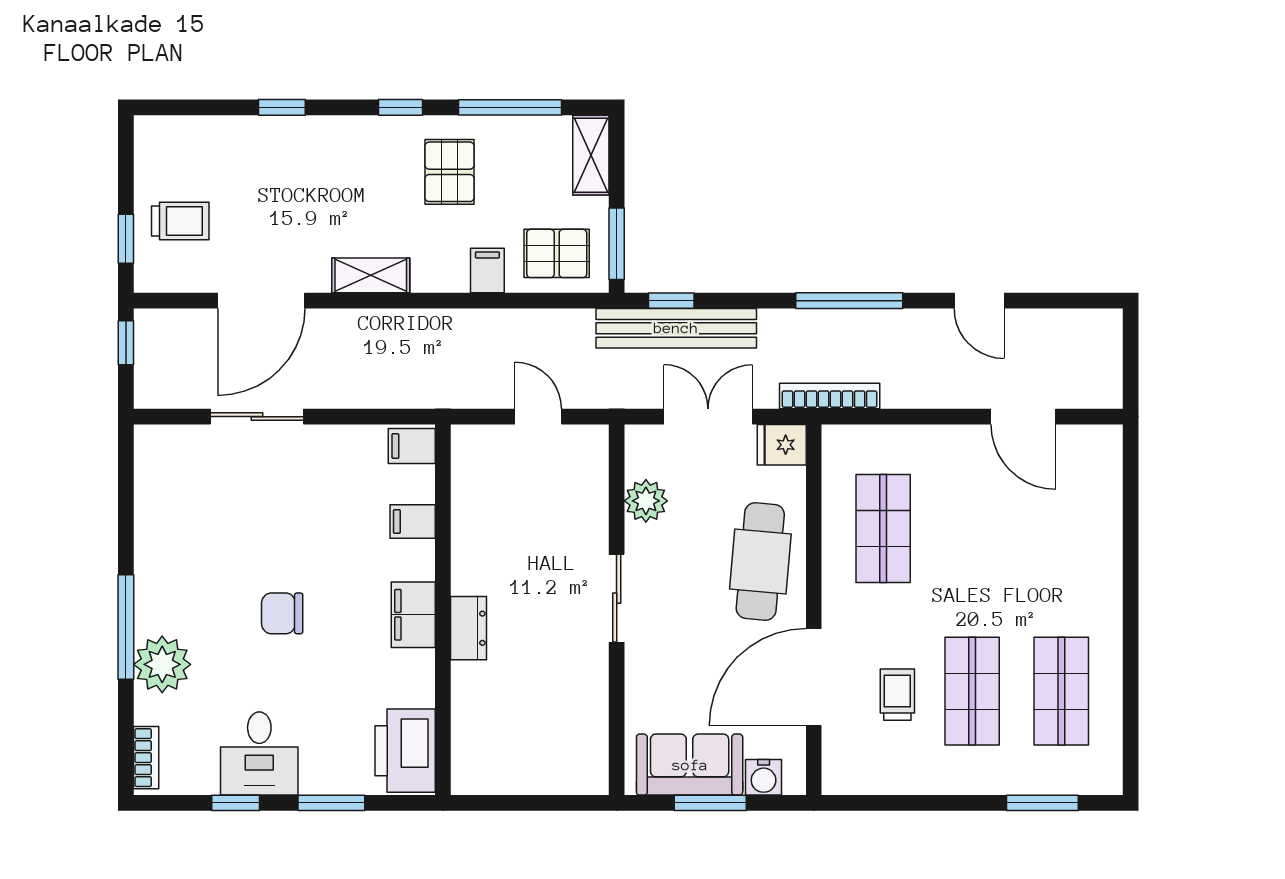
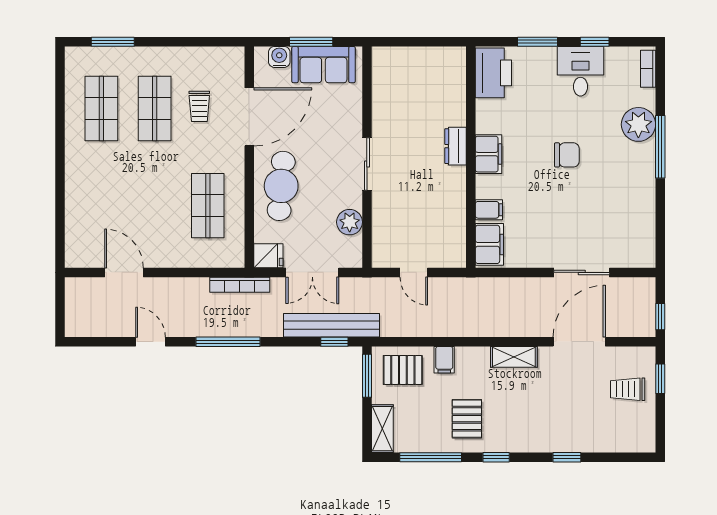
filing cabinet: (412, 446) -> (489, 244), width x2.00

